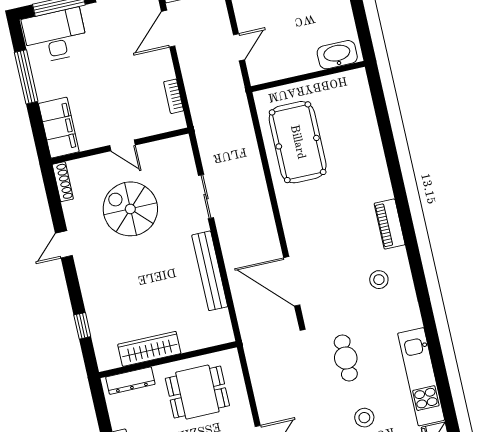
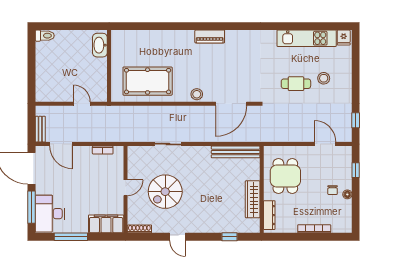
bench: (210, 271) -> (236, 152), moved
stool: (379, 280) -> (197, 94), moved
cafe table: (346, 358) -> (296, 84), moved

